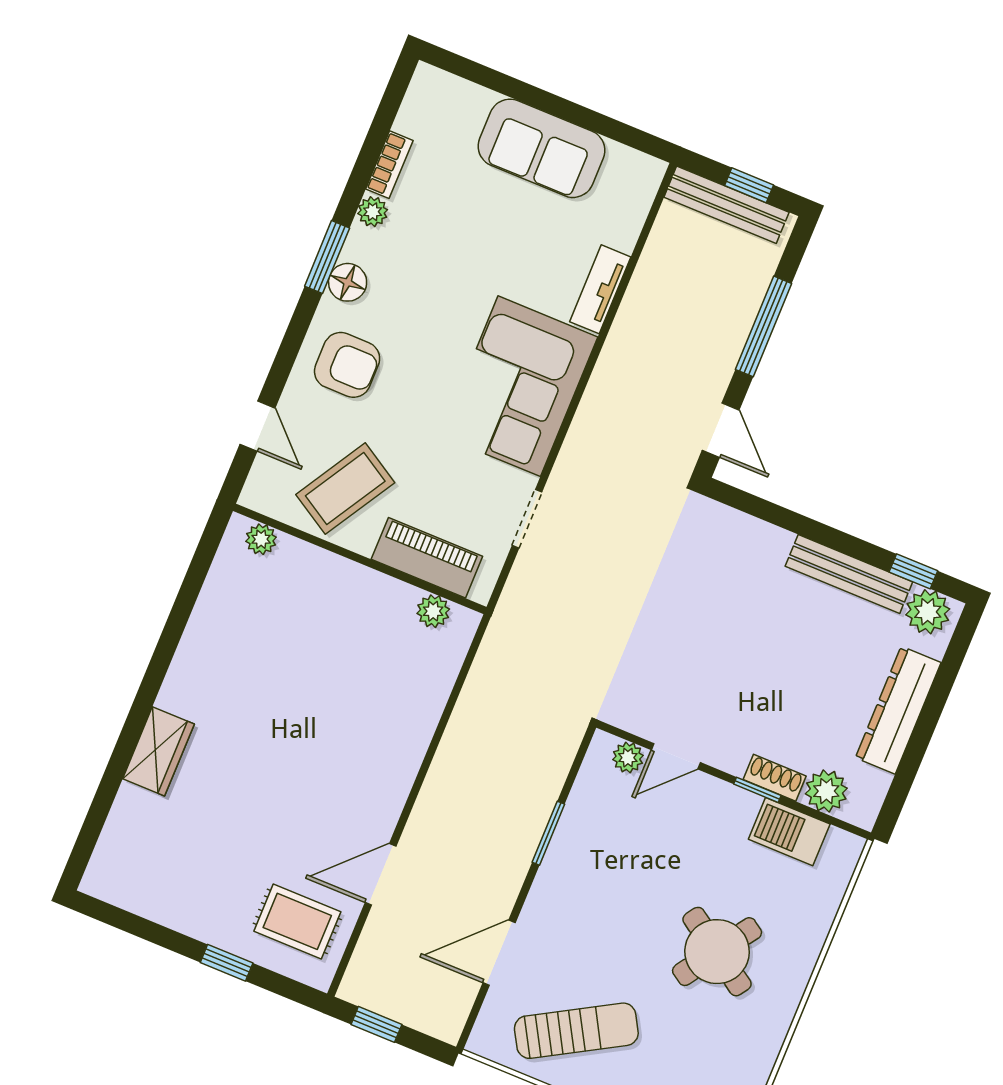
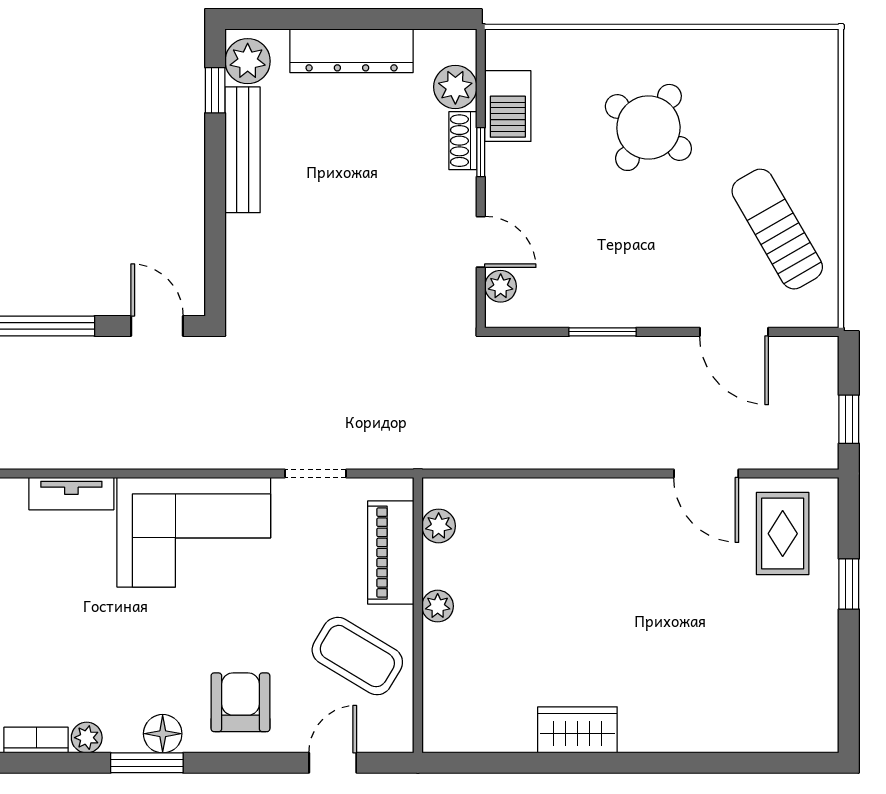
door: (721, 430) -> (157, 326), hinge flipped
plant: (261, 539) -> (438, 606), moved
wardrobe: (158, 751) -> (577, 730), moved

